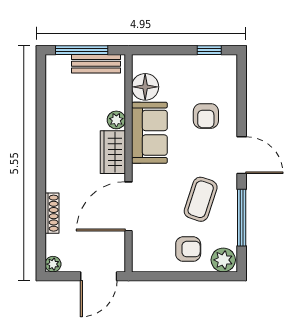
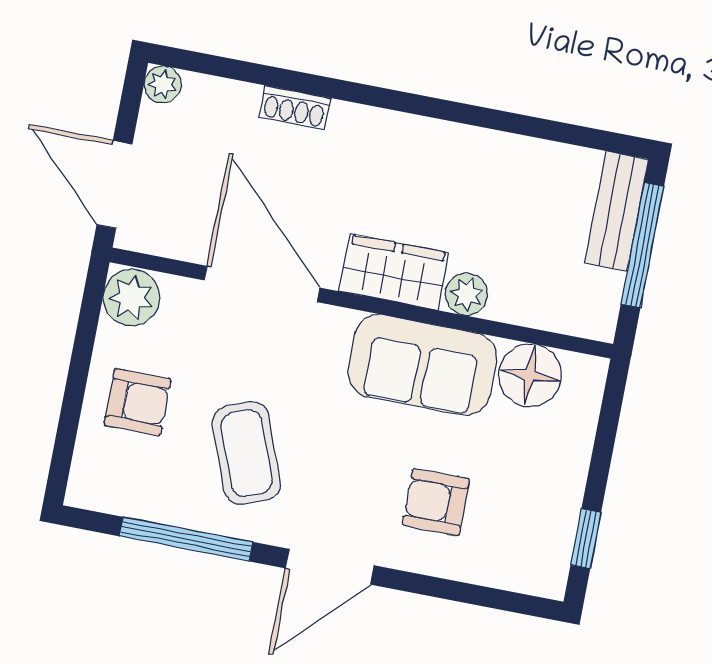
bench: (96, 64) -> (617, 211), moved
coffee table: (201, 199) -> (247, 453), turned 51
shoe rack: (52, 213) -> (295, 107), width x0.70
armchair: (188, 249) -> (138, 402), turned -90
plant: (223, 260) -> (132, 298), moved

